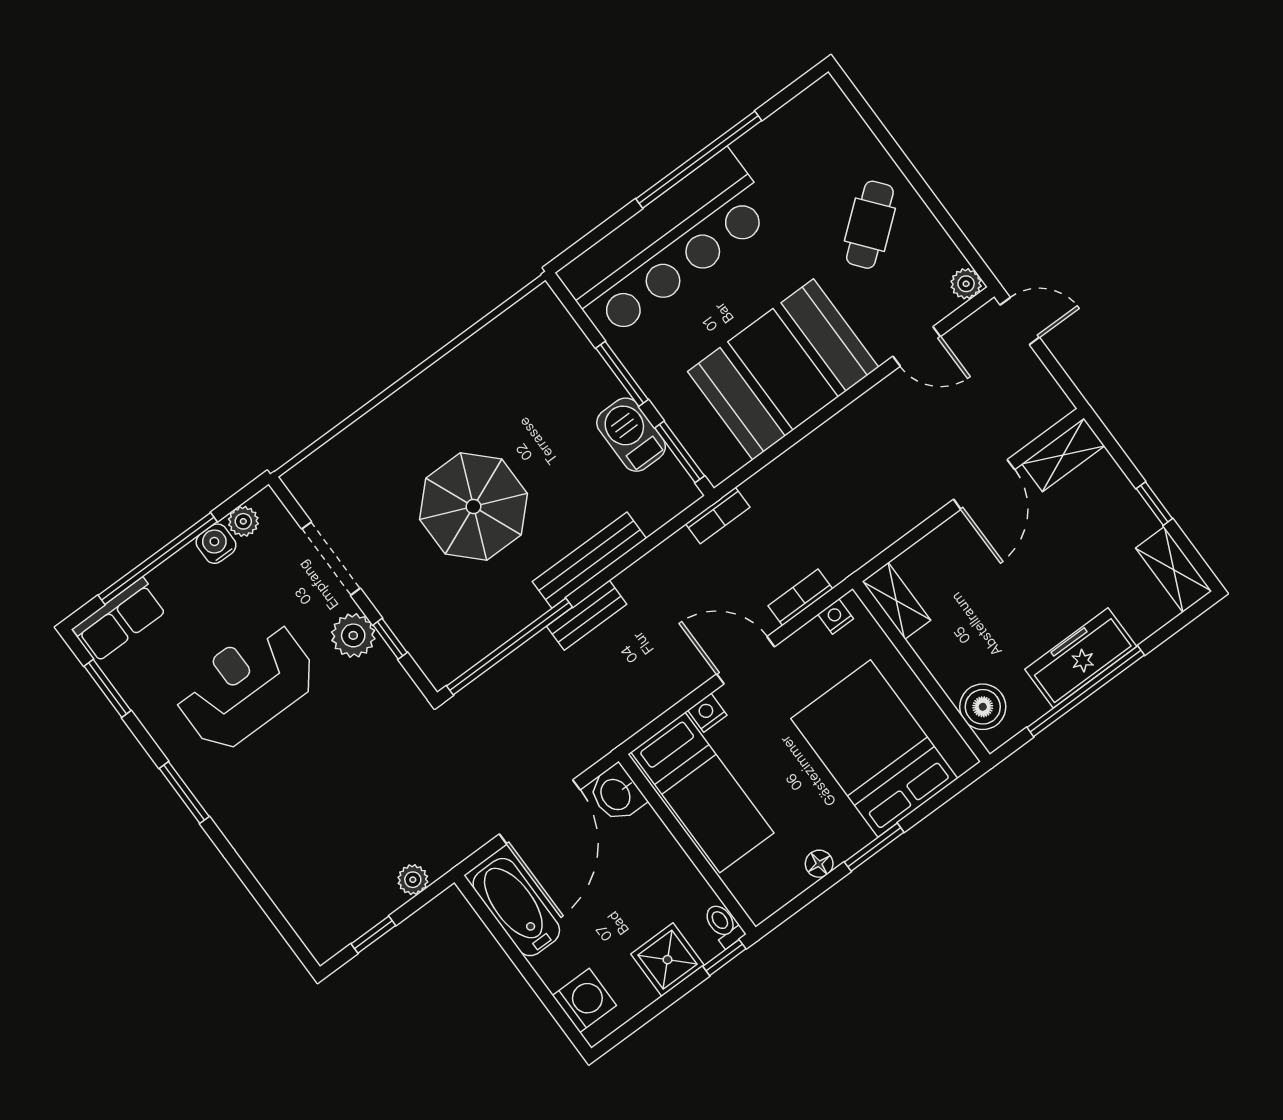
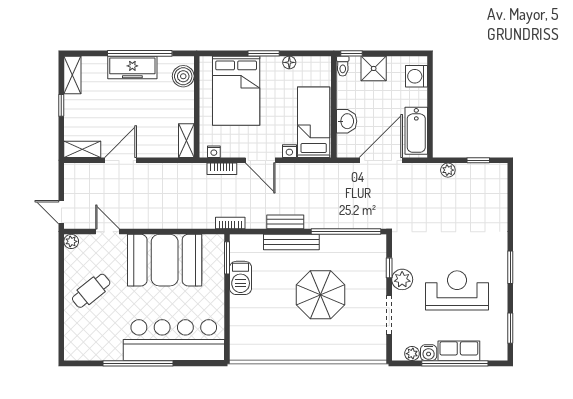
window: (622, 374) -> (227, 304), removed
bench: (587, 615) -> (285, 222), moved
row of seats: (120, 620) -> (459, 351), moved
reception desk: (246, 686) -> (457, 290), turned 180
washbasin: (616, 794) -> (347, 121), moved

